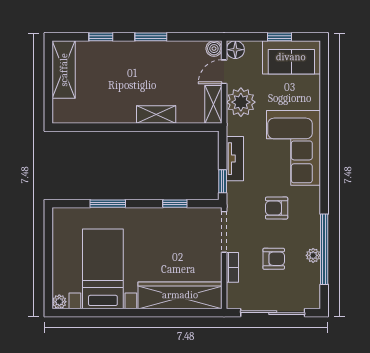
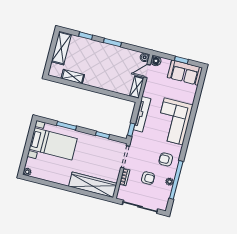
plant: (241, 102) -> (152, 90), removed
shelving: (156, 114) -> (73, 77), moved
tv unit: (235, 159) -> (142, 114), width x1.41
armchair: (277, 208) -> (166, 159), moved
bed with nightstands: (103, 269) -> (53, 144), moved, turned 90

